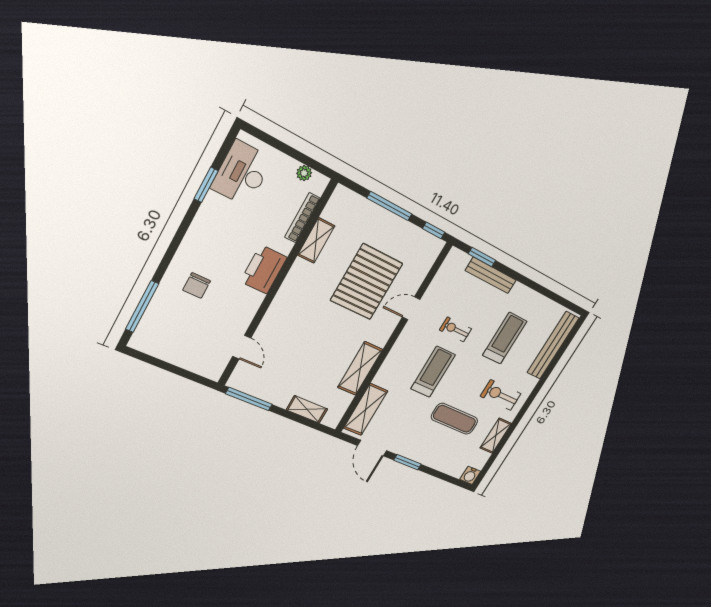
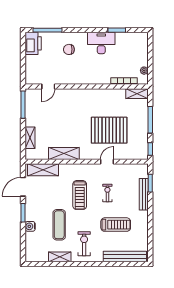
desk: (242, 173) -> (101, 43), moved
shelving: (316, 240) -> (137, 94), moved
printer: (264, 269) -> (33, 43), moved, turned 90
door: (411, 308) -> (107, 162), hinge flipped
treadmill: (433, 372) -> (80, 195), turned 90
water cooler: (470, 475) -> (30, 226), moved

